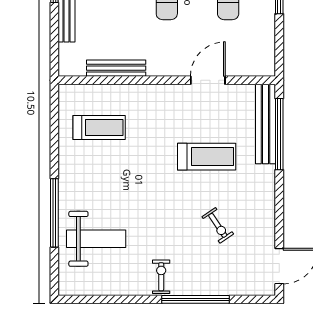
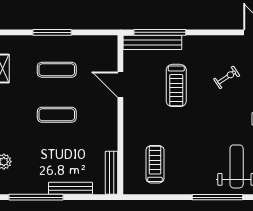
bench: (116, 68) -> (111, 173), moved
treadmill: (207, 157) -> (176, 85), turned 180

